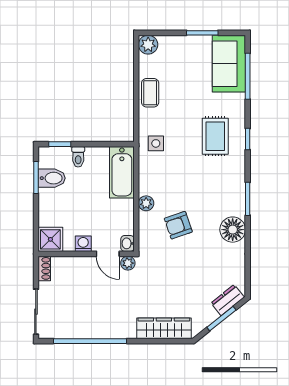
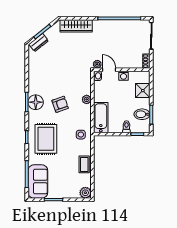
rug: (215, 136) -> (46, 139), width x1.36, depth x1.43
armchair: (178, 225) -> (60, 104), moved
floor lamp: (233, 230) -> (36, 102), moved
shower: (50, 239) -> (143, 91), moved

